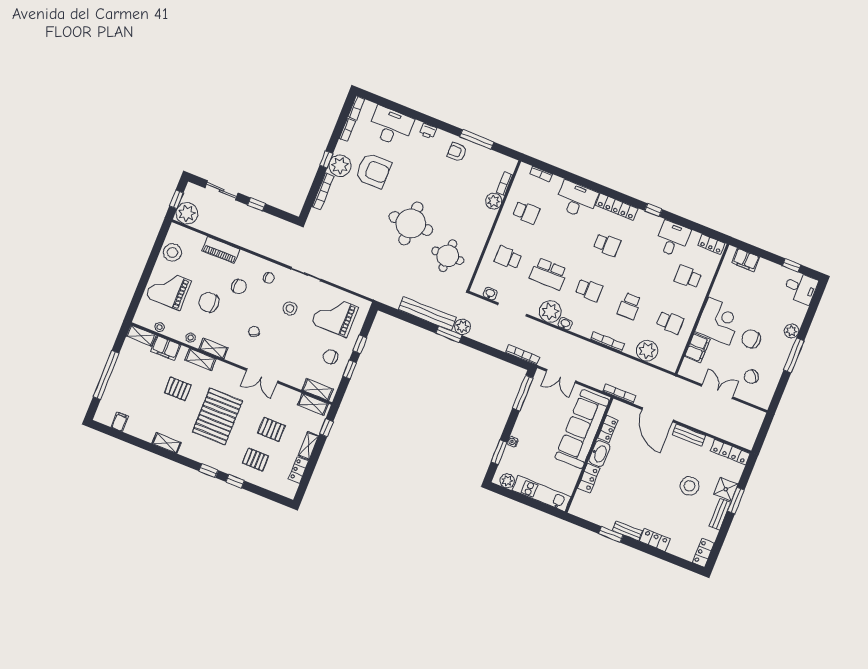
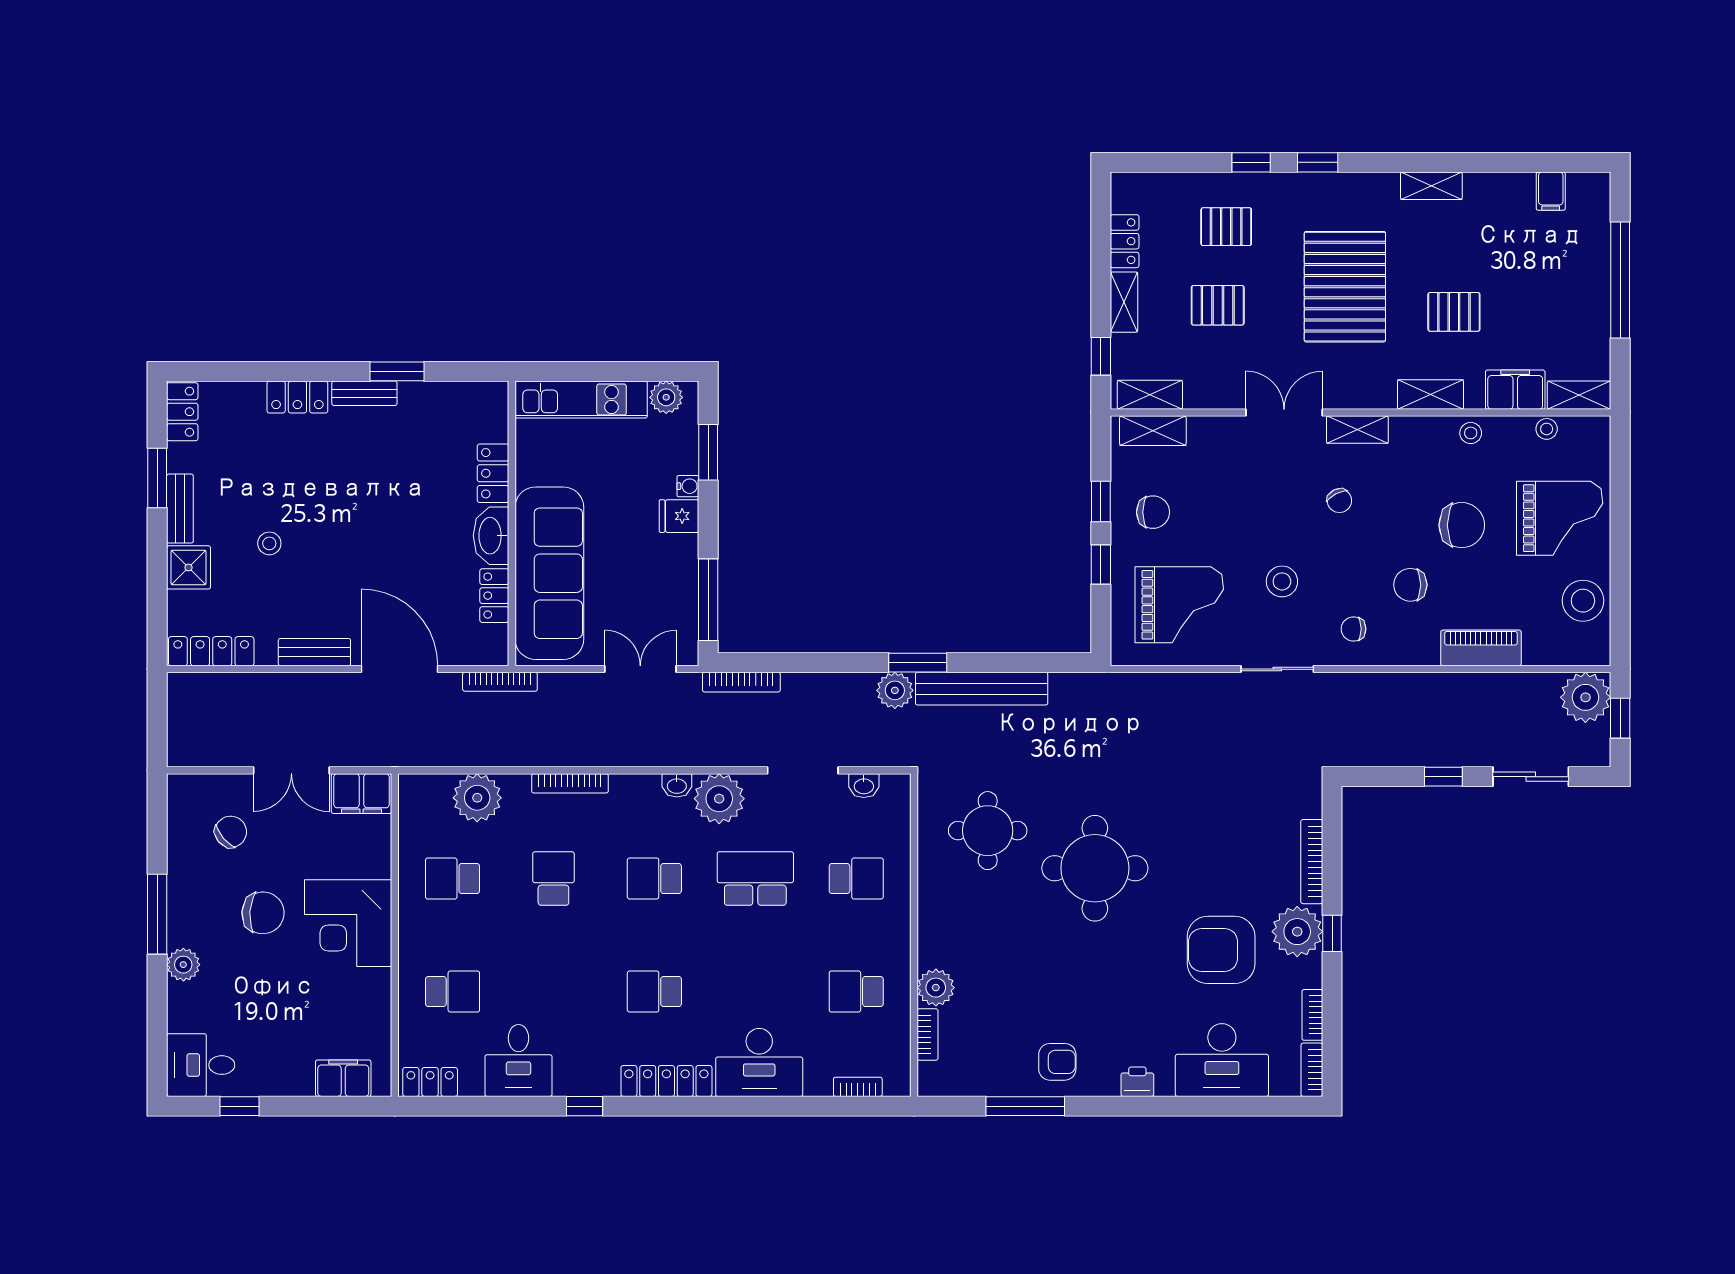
shelving: (213, 348) -> (1357, 430), moved
filing cabinet: (697, 348) -> (362, 794), moved, turned -90
fridge: (521, 431) -> (679, 516), added
stool: (690, 486) -> (269, 543), width x0.53, depth x0.53
window: (736, 501) -> (157, 478), moved

